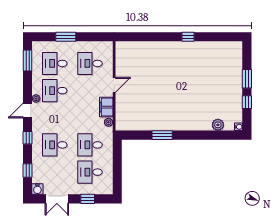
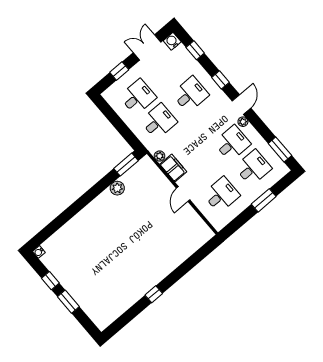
plant: (218, 125) -> (117, 188), moved
window: (162, 135) -> (126, 165), moved

